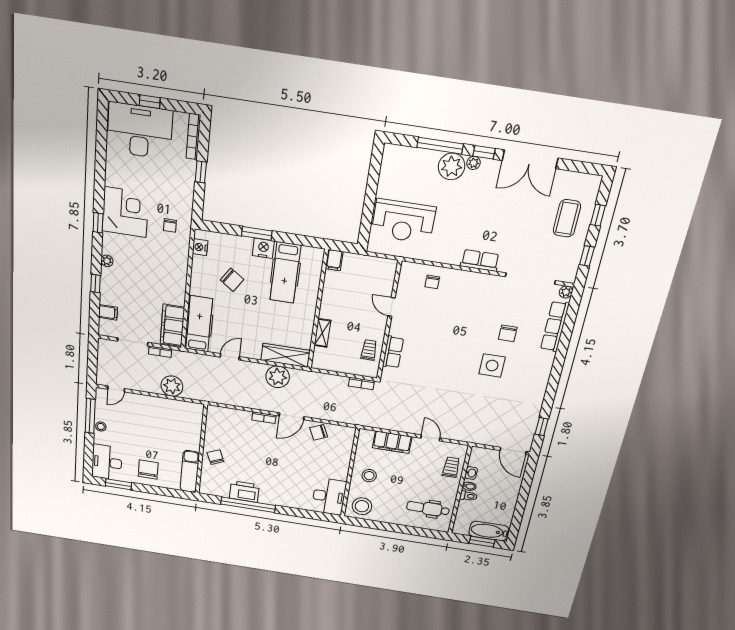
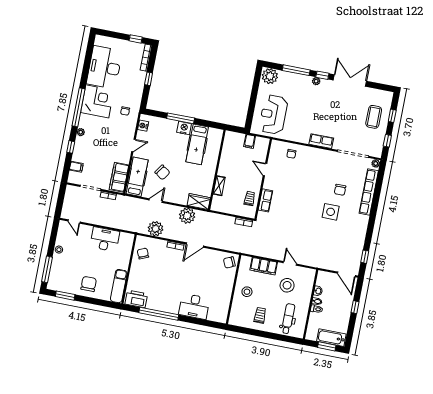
window: (150, 102) -> (136, 39), moved
desk: (140, 131) -> (104, 67), moved, turned -90
double door: (530, 159) -> (350, 81), swing flipped
plant: (452, 166) -> (270, 76), moved
reception desk: (403, 221) -> (273, 115), turned 90
window: (98, 223) -> (78, 107), width x3.17
window: (257, 233) -> (181, 118), width x1.44
filing cabinet: (334, 260) -> (250, 141), moved
door: (189, 278) -> (134, 145), added
chair: (232, 280) -> (162, 172), moved
row of seats: (555, 326) -> (369, 192), width x1.36
wardrobe: (286, 355) -> (199, 202), width x0.67
plant: (172, 386) -> (156, 229), moved
door: (116, 389) -> (74, 222), hinge flipped
window: (90, 416) -> (47, 269), moved
chair: (319, 432) -> (229, 262), moved
chair: (215, 457) -> (143, 254), moved
desk: (107, 462) -> (105, 239), moved, turned 90
trolley: (451, 467) -> (260, 315), moved
printer: (244, 492) -> (136, 299), moved
window: (524, 493) -> (355, 307), added
desk: (329, 496) -> (194, 306), moved, turned 90
stool: (362, 506) -> (287, 285), moved
dental chair: (428, 509) -> (288, 319), turned 90

